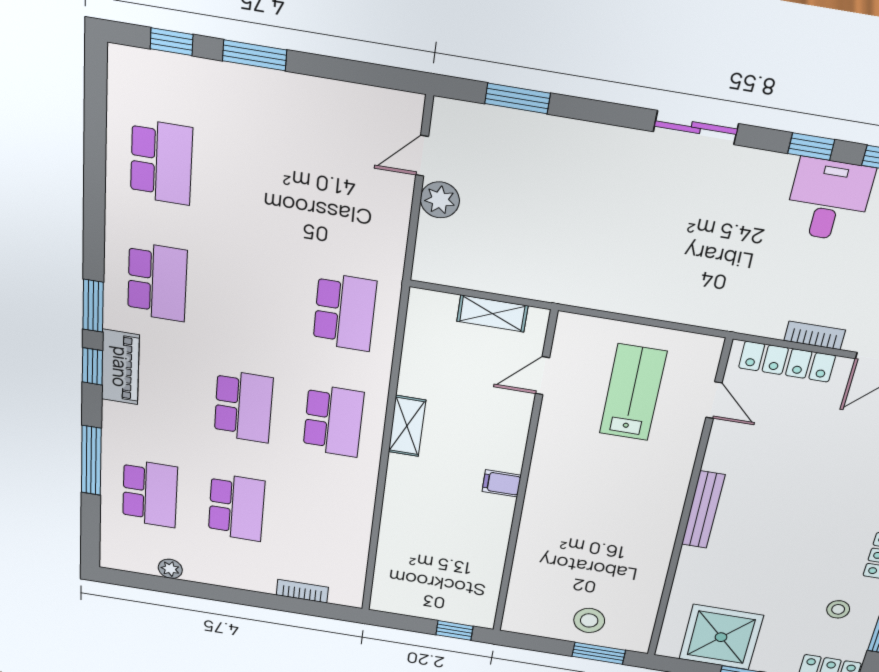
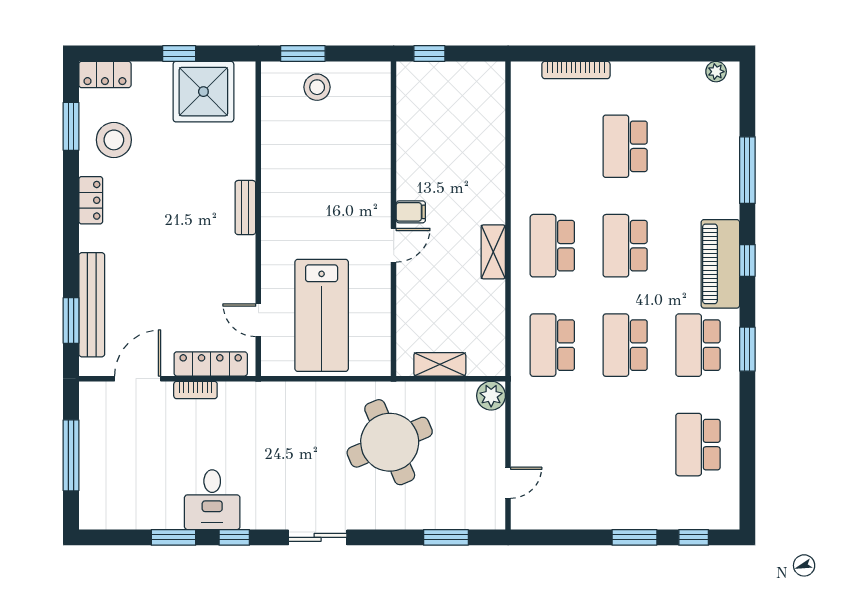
plant: (440, 200) -> (491, 396), moved
round table: (574, 232) -> (390, 442), added
window: (93, 306) -> (747, 349), moved
piano: (120, 367) -> (720, 264), width x1.37, depth x1.33
door: (542, 376) -> (394, 245), moved
lab bench: (633, 393) -> (322, 315), width x1.36, depth x1.39
school desk: (150, 494) -> (625, 345), moved
bench: (703, 510) -> (245, 208), width x0.73
plant: (170, 569) -> (716, 72), moved
bookcase: (302, 591) -> (576, 70), width x1.56
stool: (838, 609) -> (114, 140), width x1.89, depth x1.89

